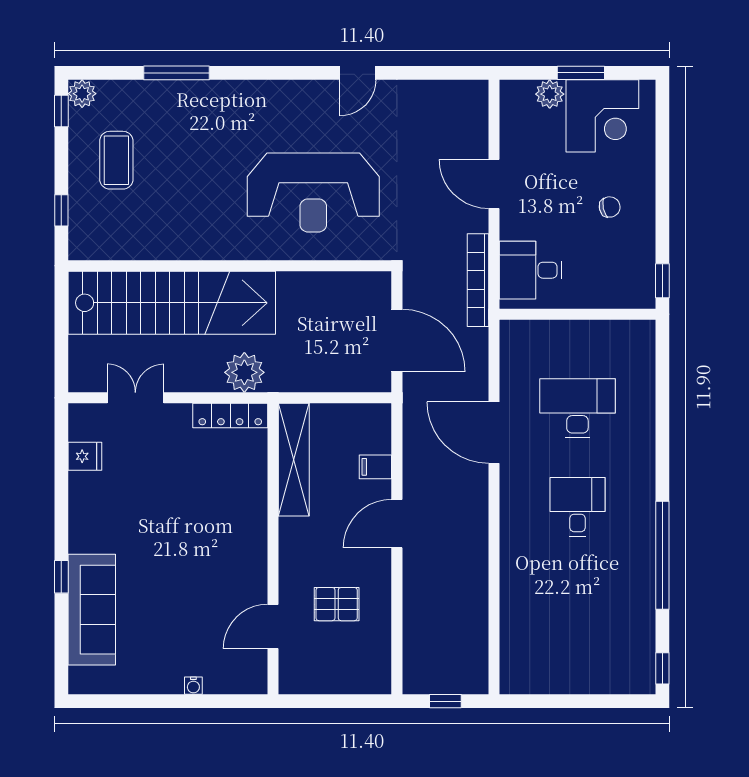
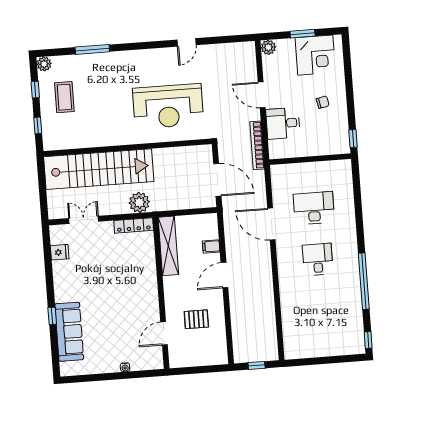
plant: (550, 94) -> (268, 47), moved
window: (61, 111) -> (35, 90), moved
desk: (531, 270) -> (283, 123), moved

